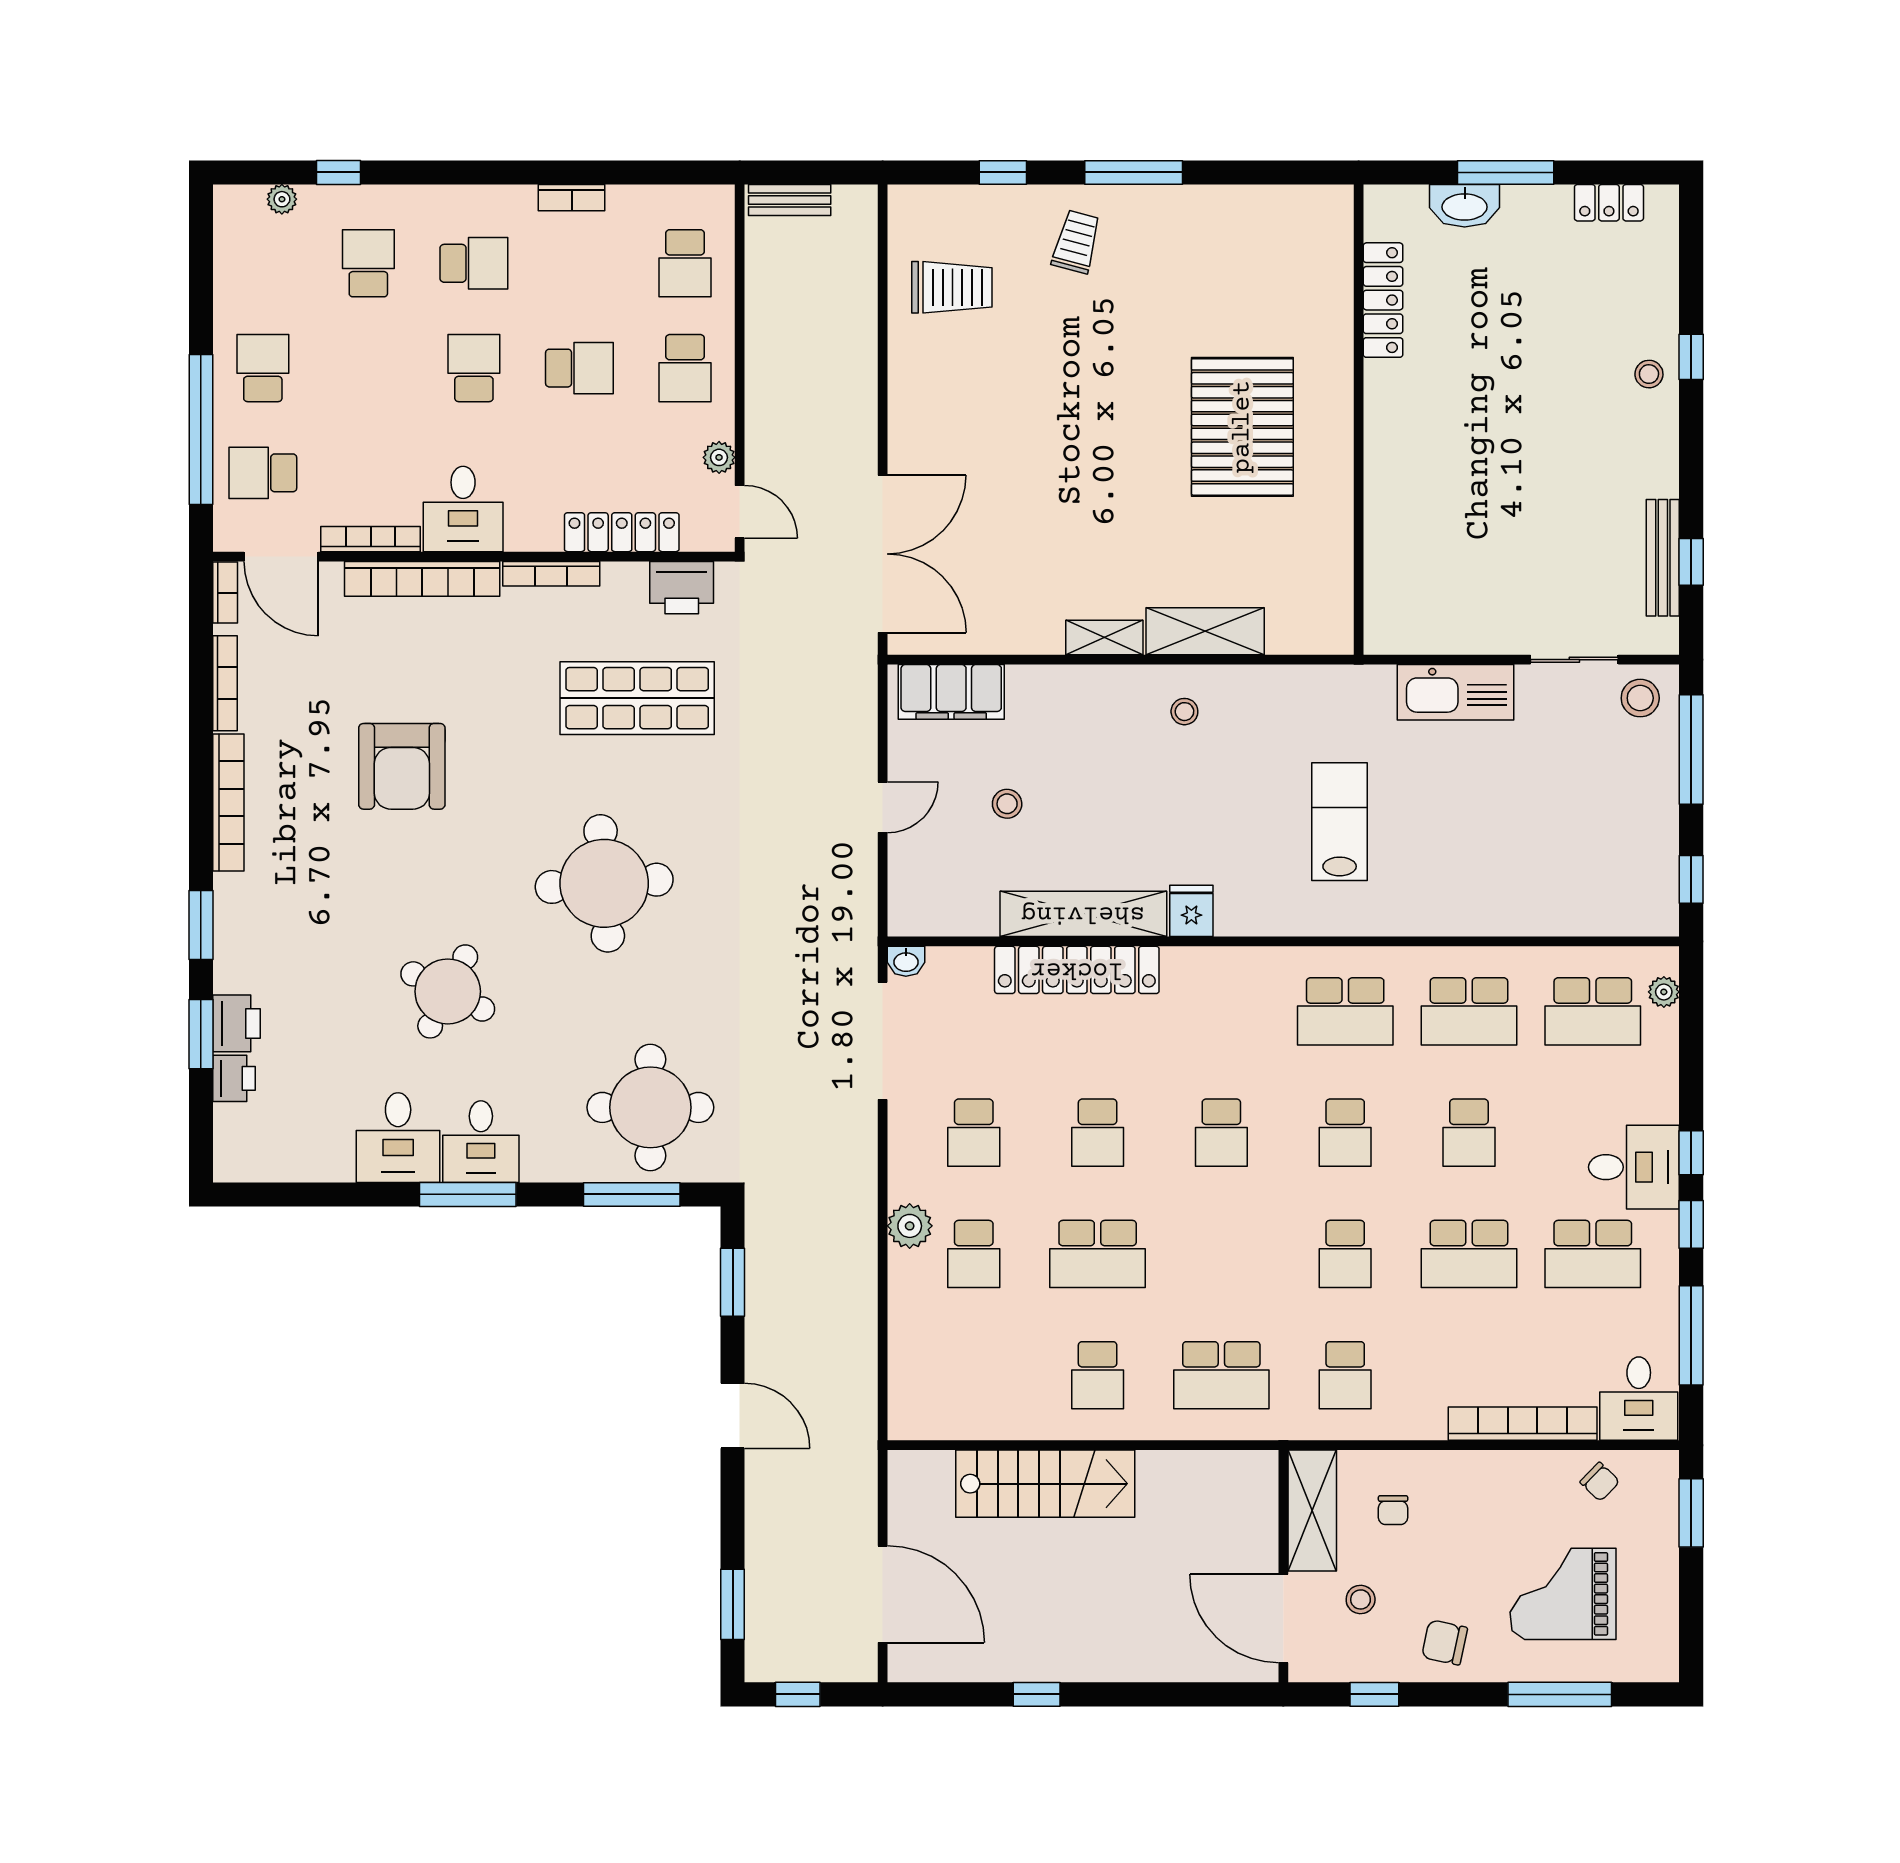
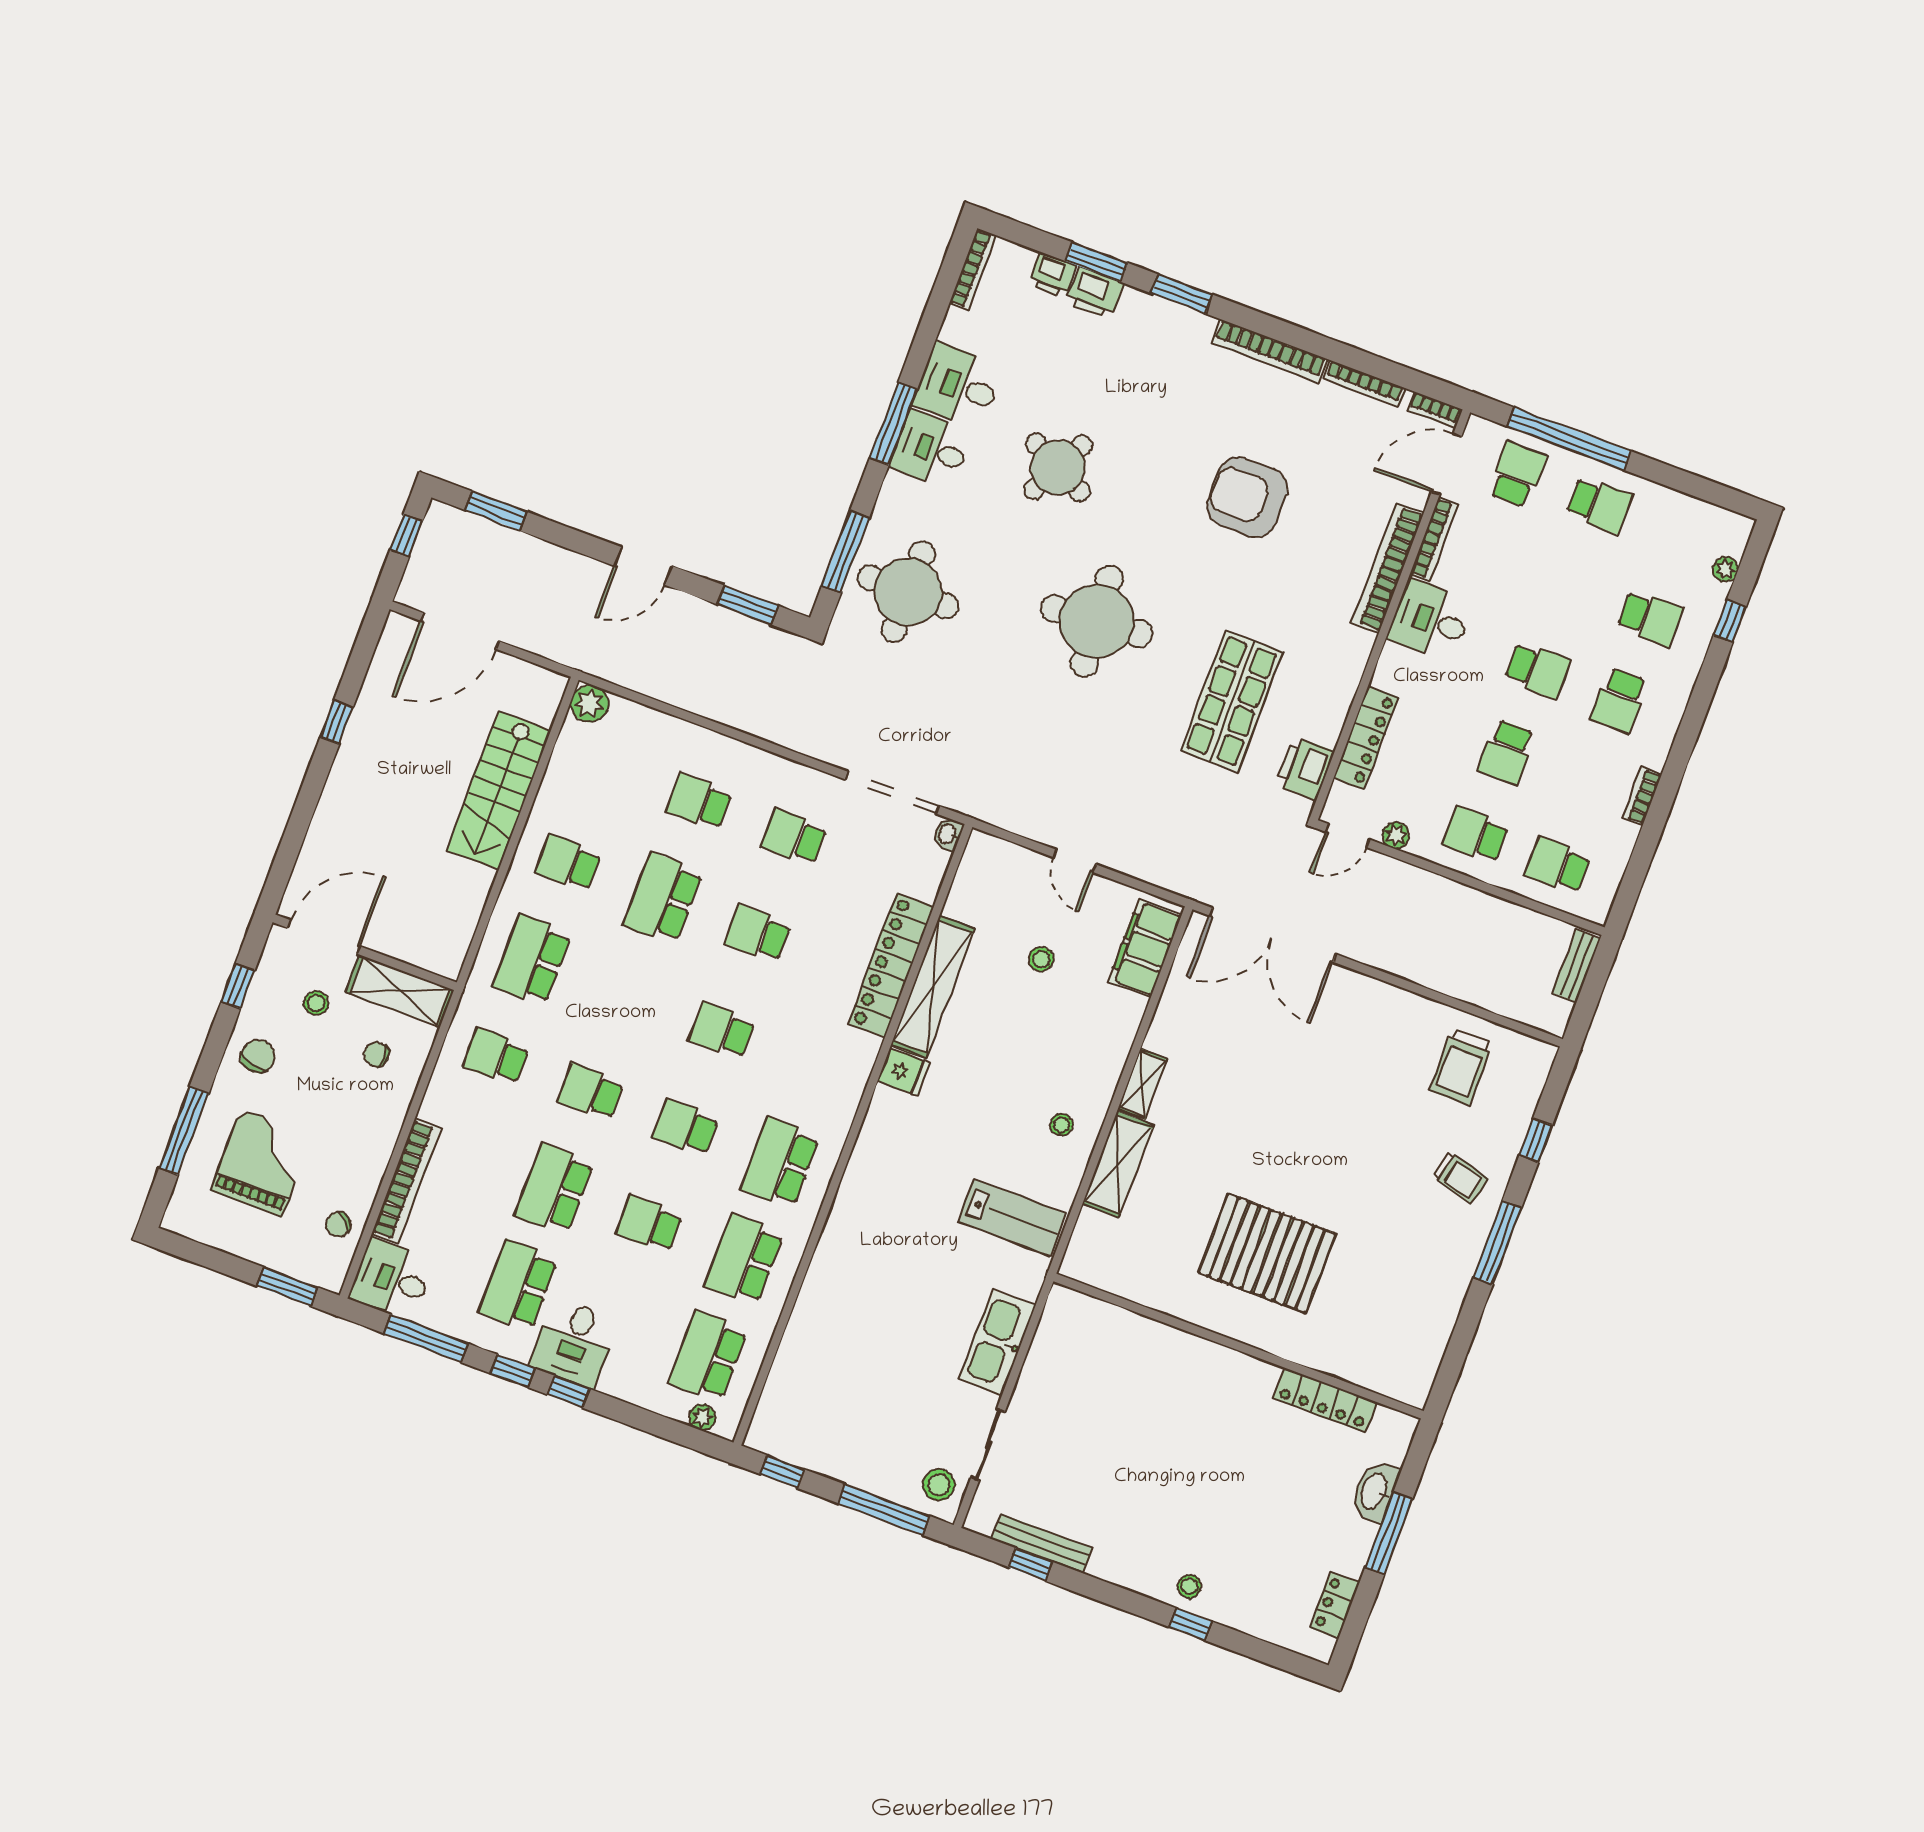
bookcase: (551, 574) -> (973, 269), moved, turned 180
lab bench: (1340, 822) -> (1012, 1217), moved
plant: (910, 1226) -> (590, 704), moved

